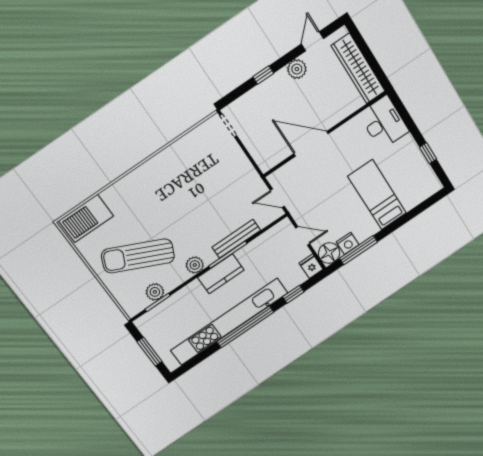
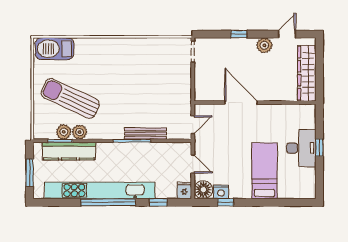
desk: (384, 123) -> (301, 148), moved
window: (428, 153) -> (319, 148), moved
door: (277, 198) -> (193, 125), swing flipped
window: (358, 250) -> (226, 202), width x0.46
plant: (195, 265) -> (80, 132), moved
kitchen counter: (221, 274) -> (69, 151), moved, width x1.50

